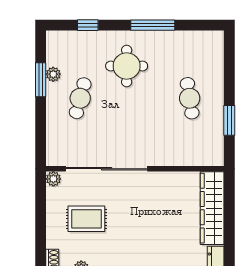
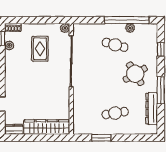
dresser: (183, 40) -> (152, 109), added
round table: (127, 66) -> (135, 74), turned -31
window: (41, 80) -> (127, 20), width x2.11

